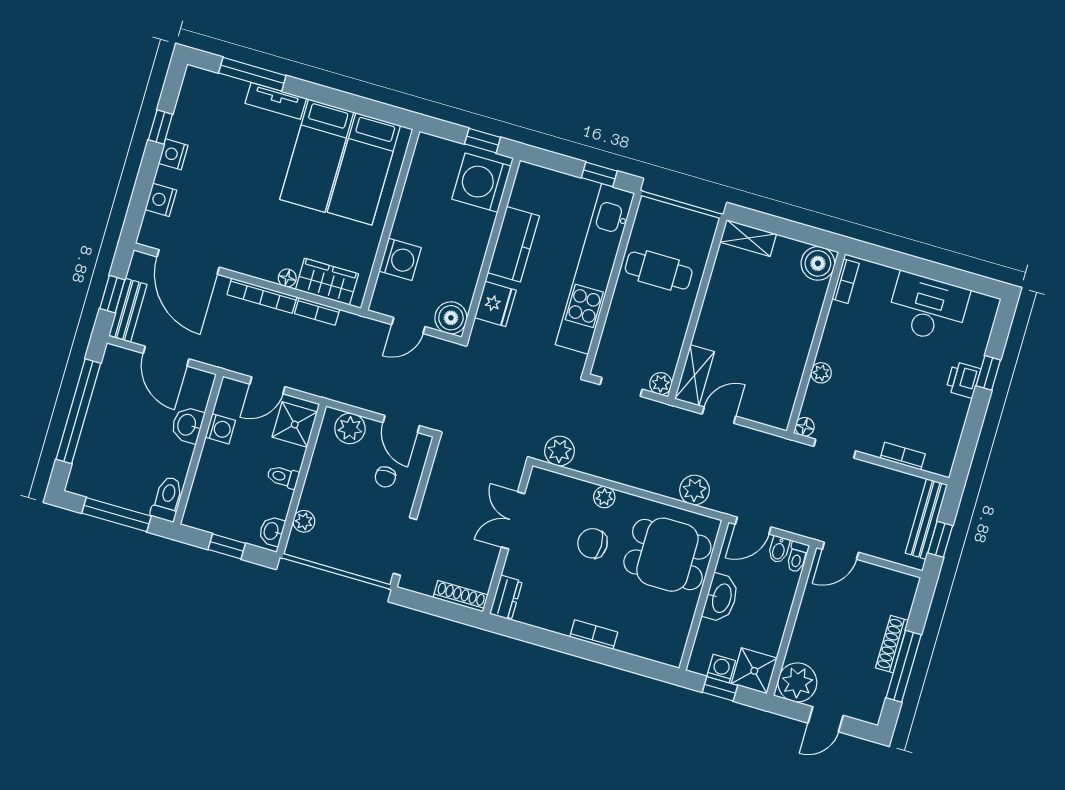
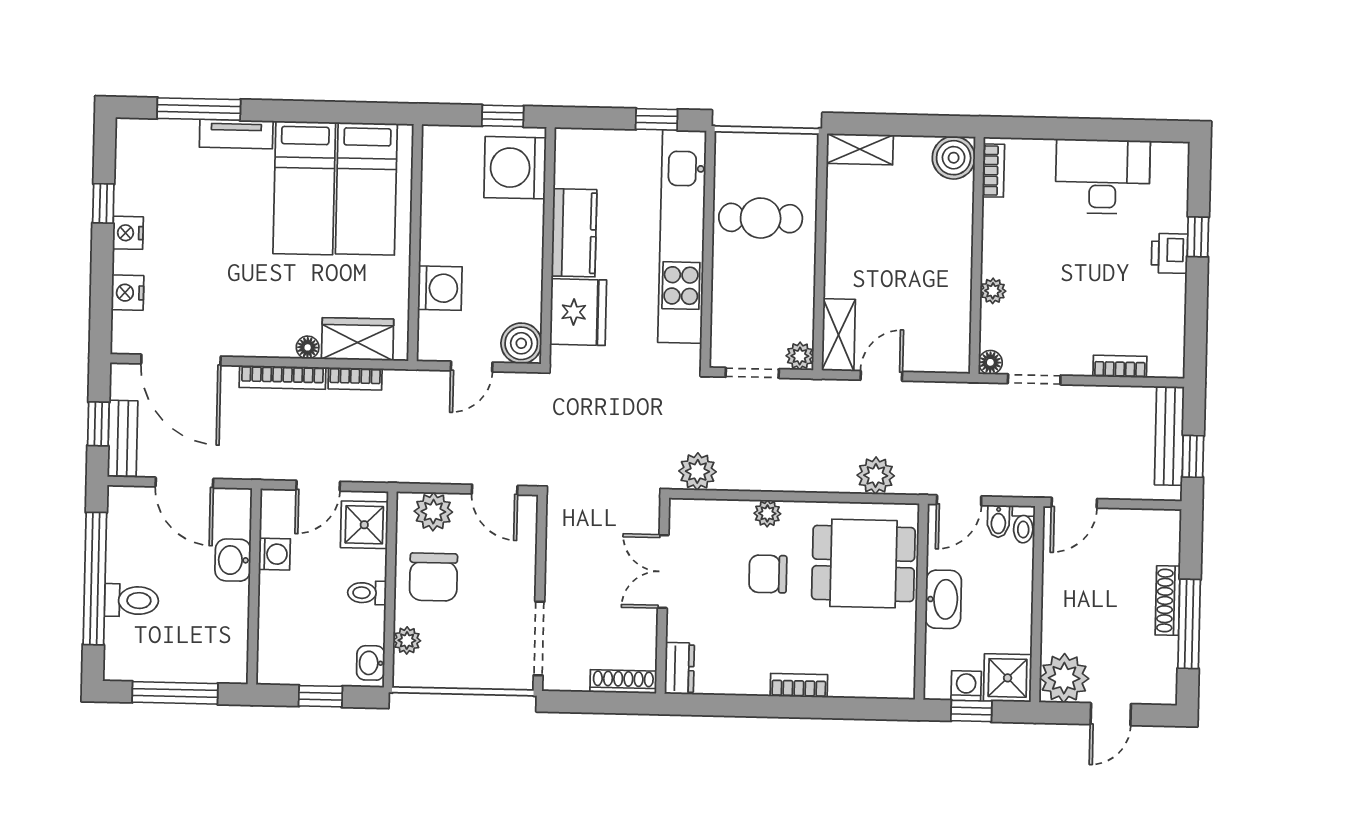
fridge: (495, 304) -> (578, 312), width x1.36, depth x1.34
chair: (385, 477) -> (433, 577), moved, width x1.87, depth x1.87
toilet: (167, 499) -> (131, 600), moved, turned 90

